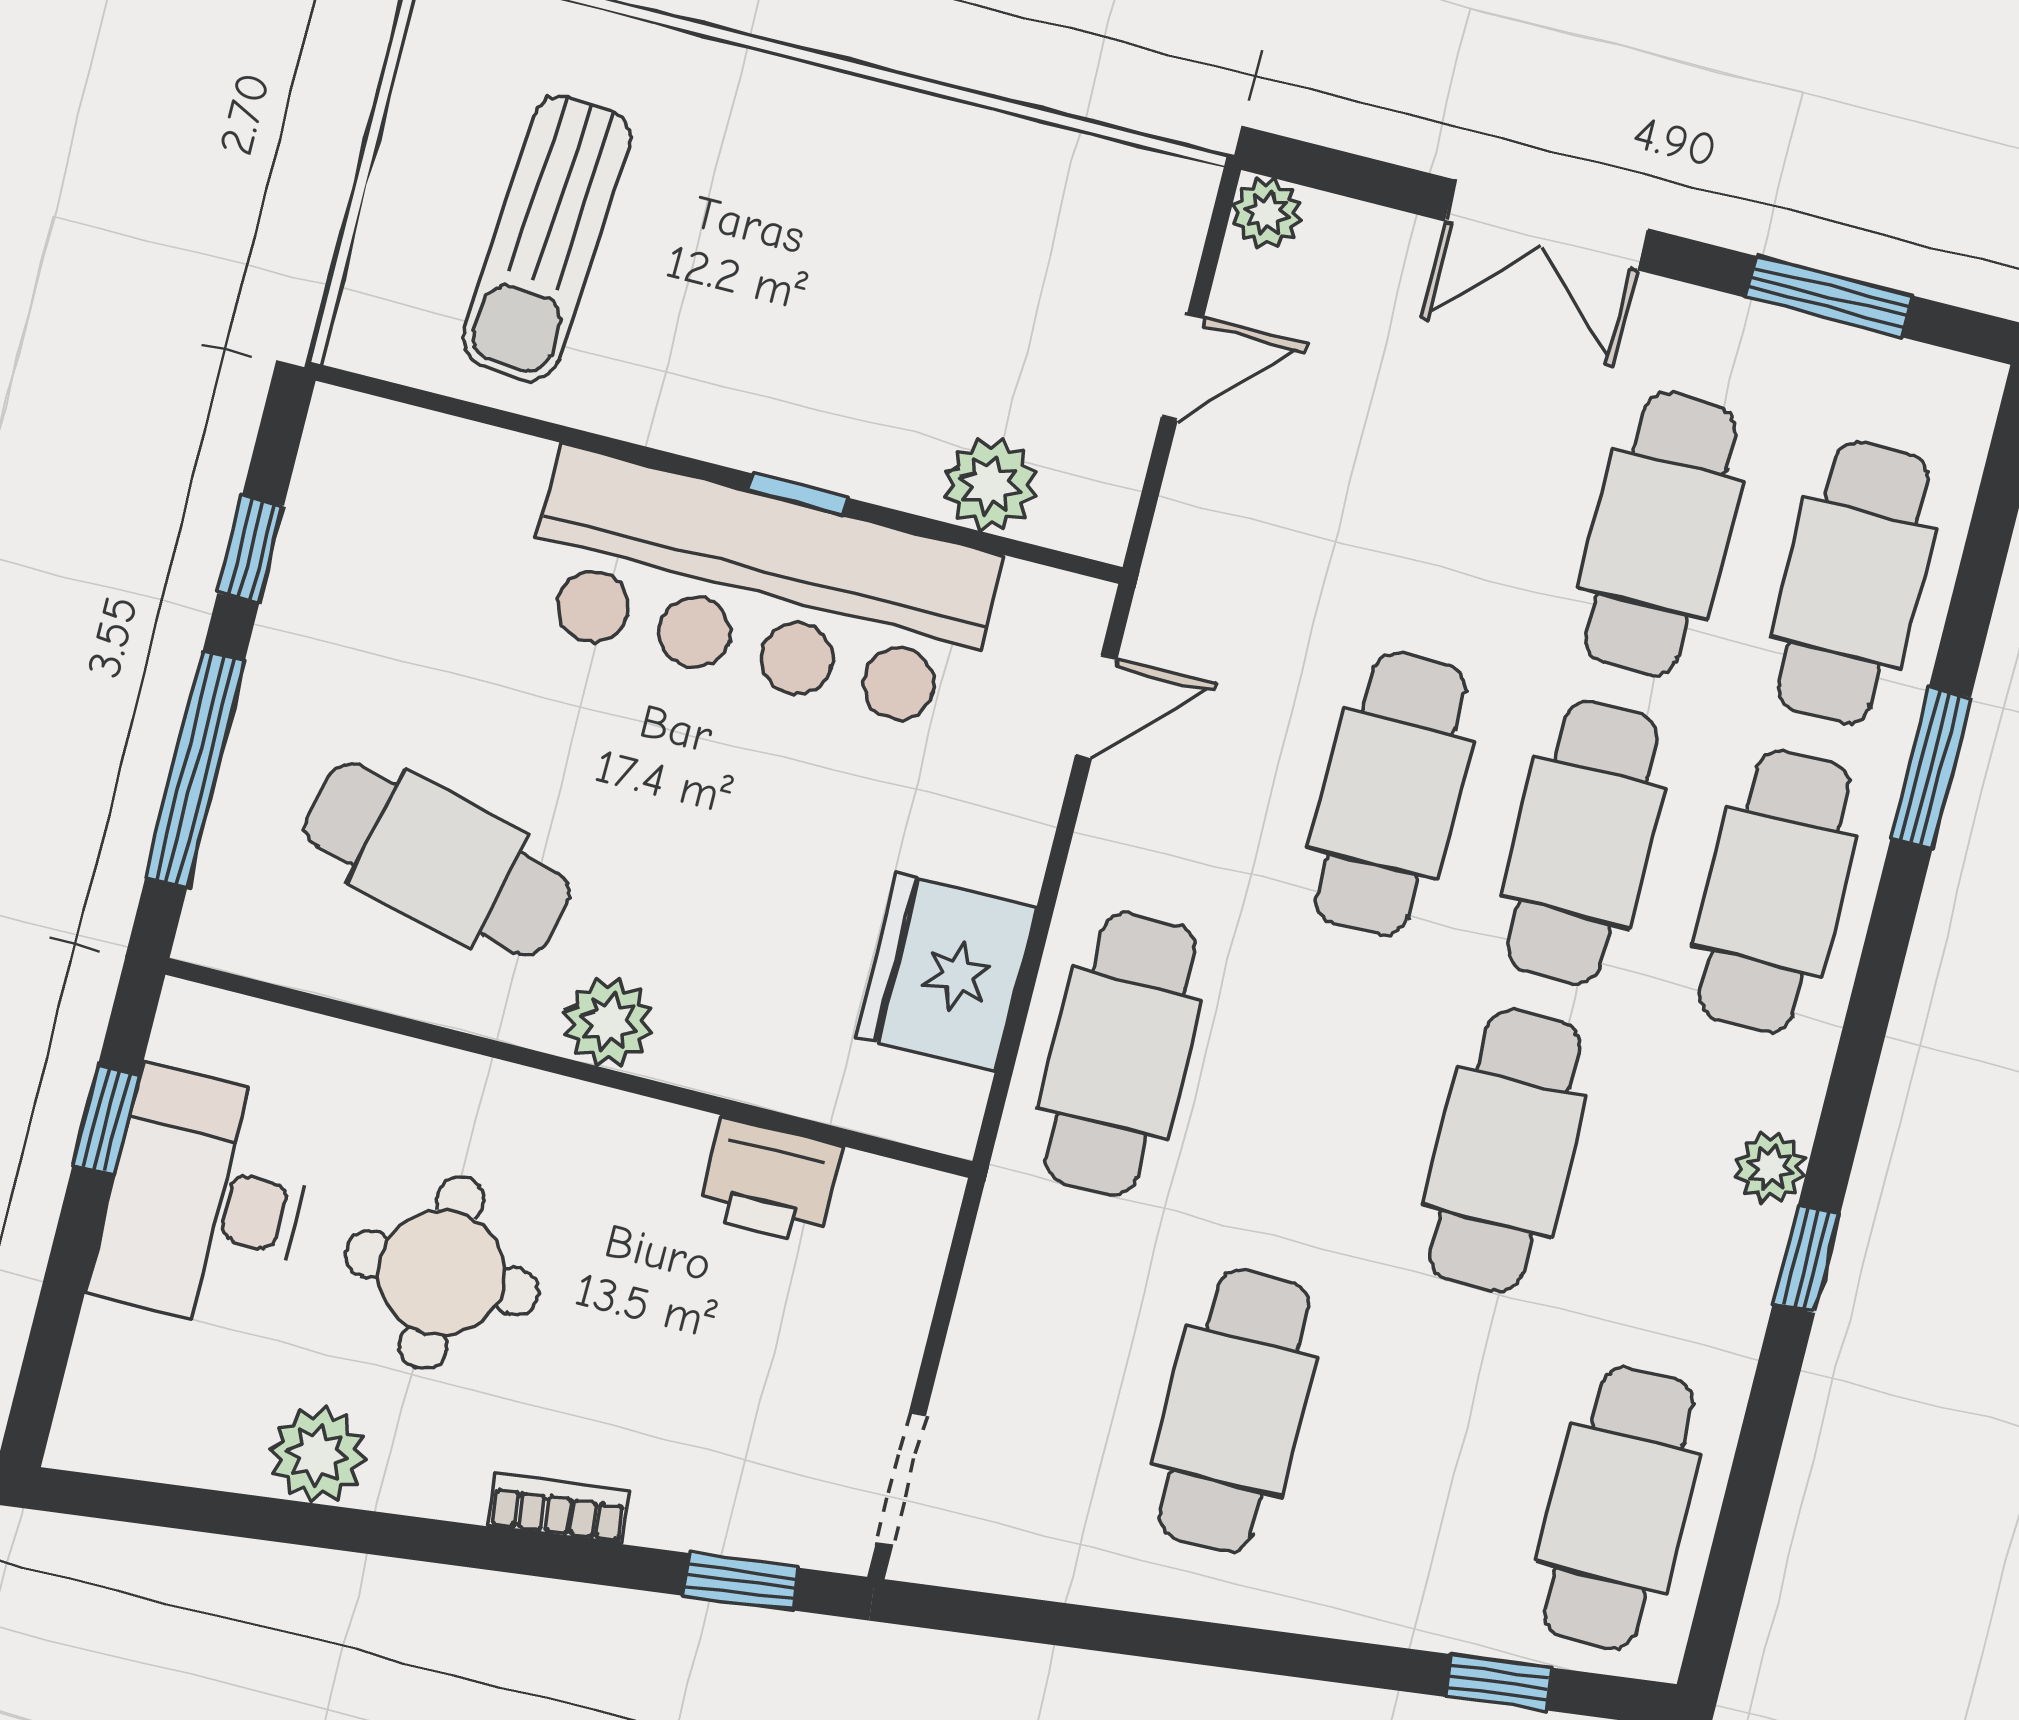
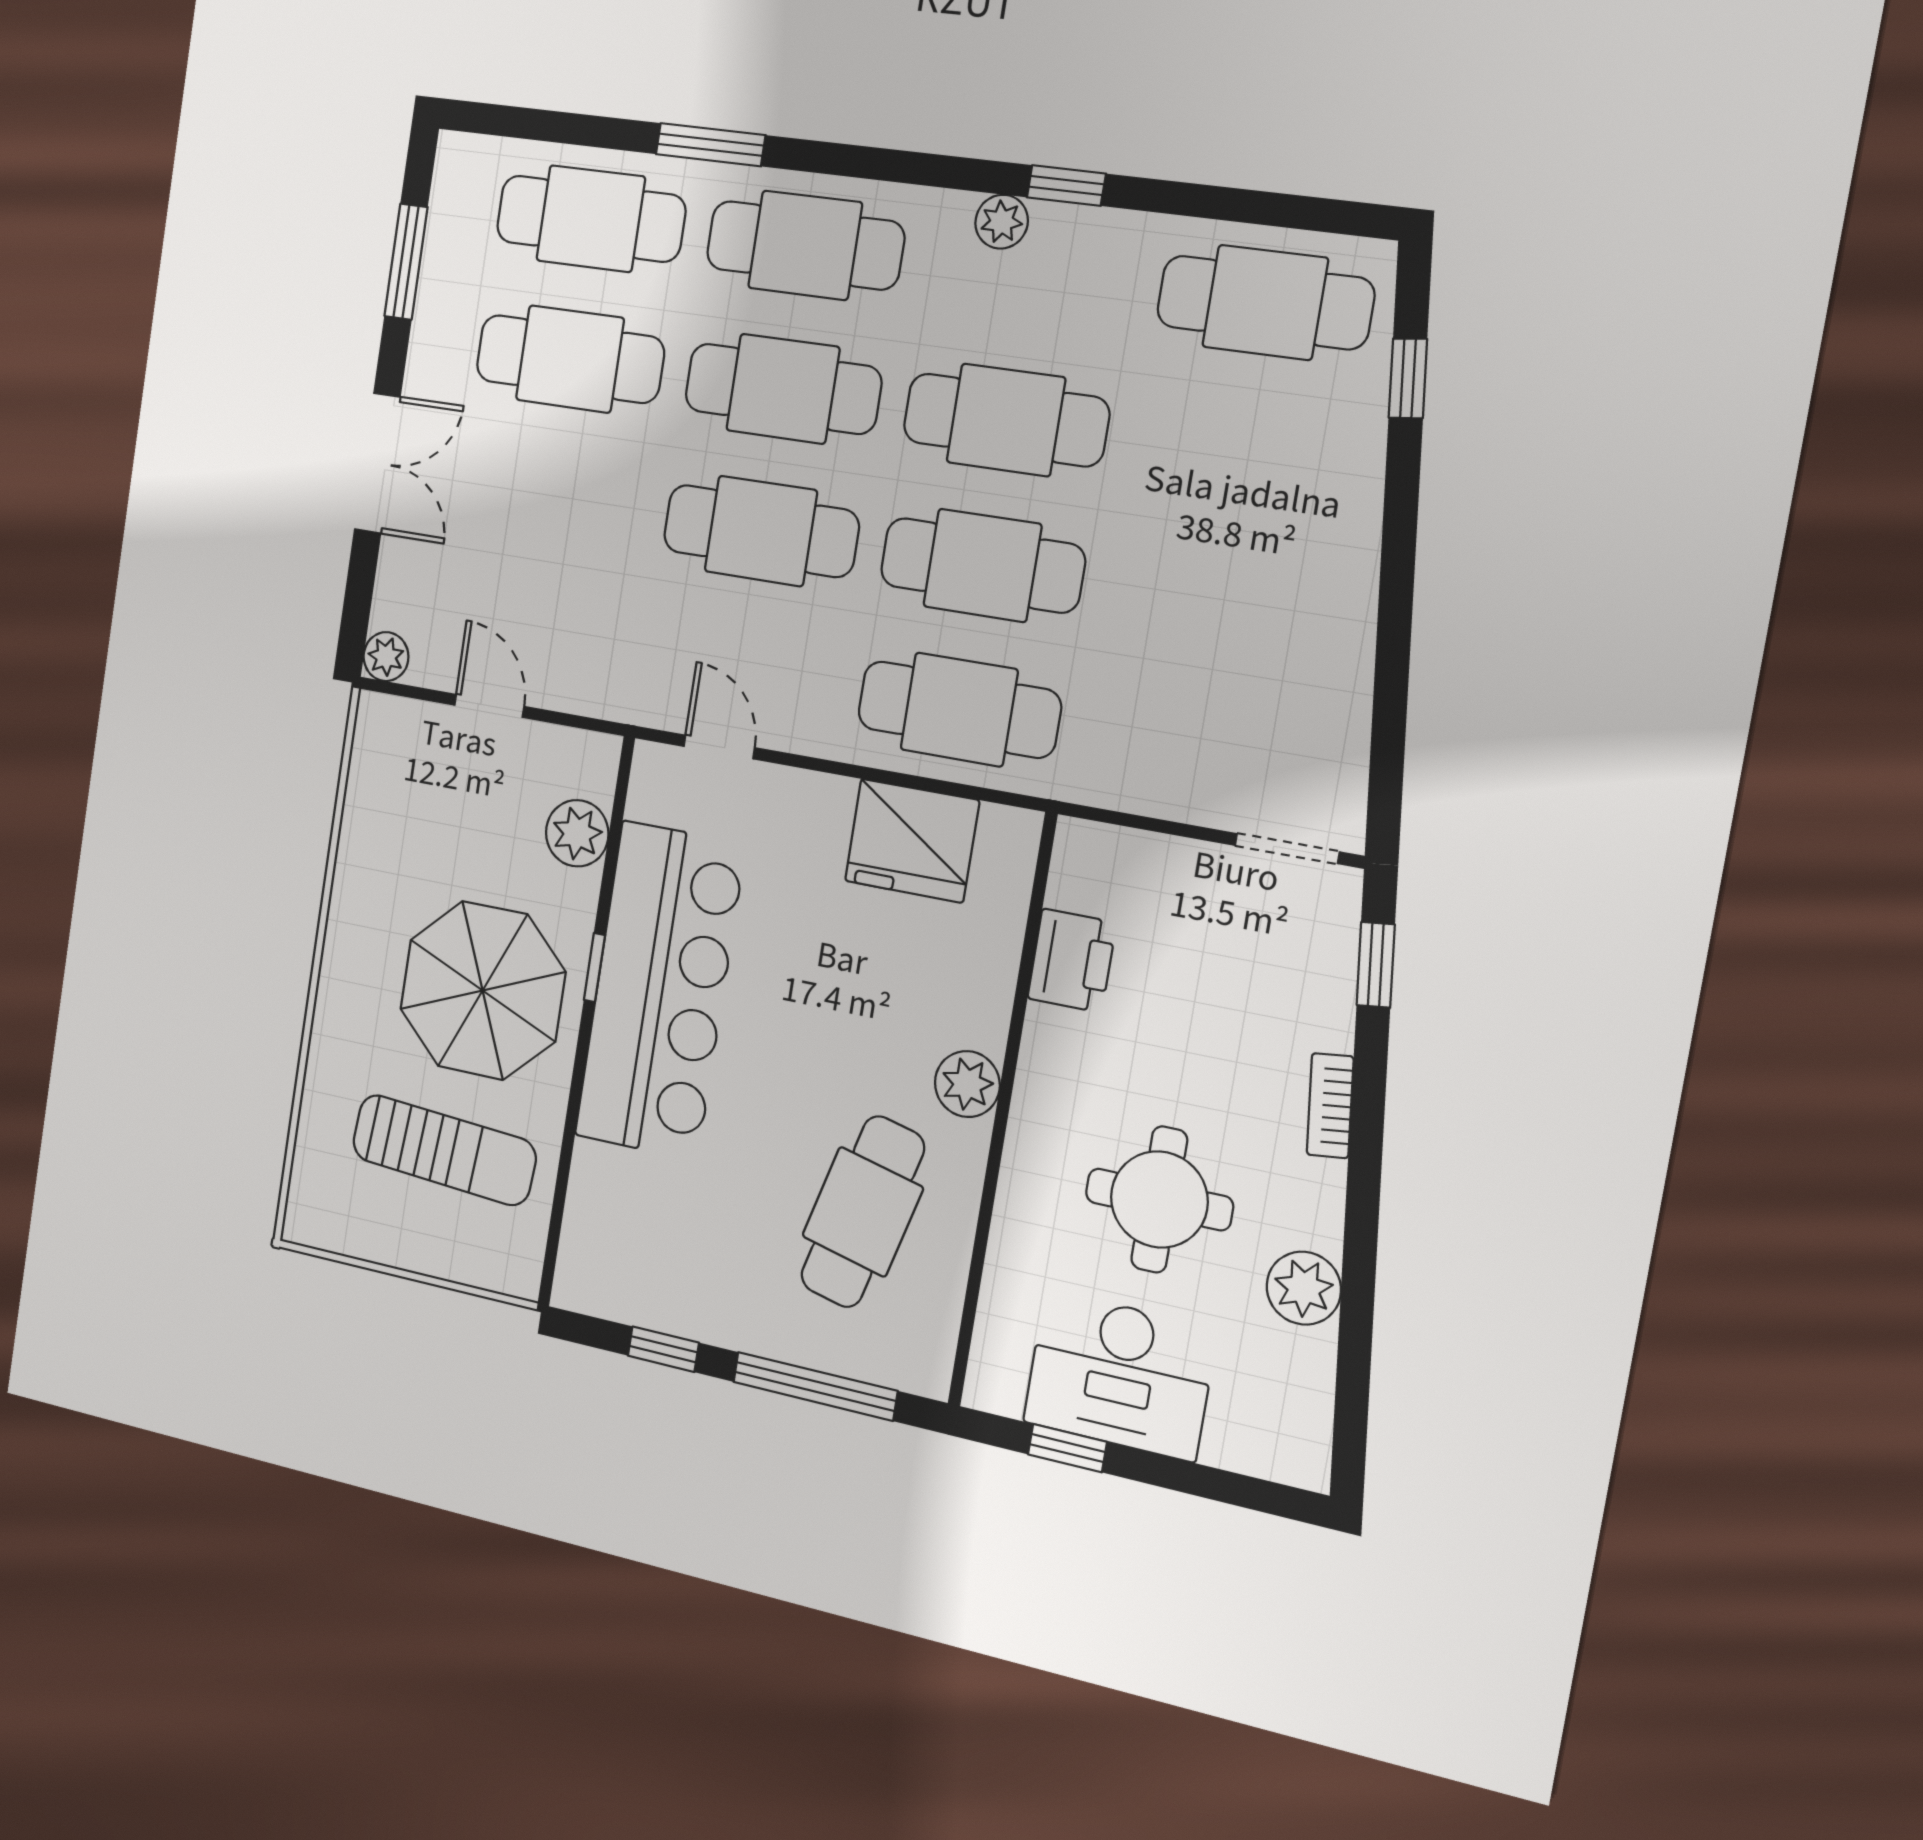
parasol: (775, 320) -> (483, 991), added
cafe table: (1234, 1411) -> (982, 565), moved

